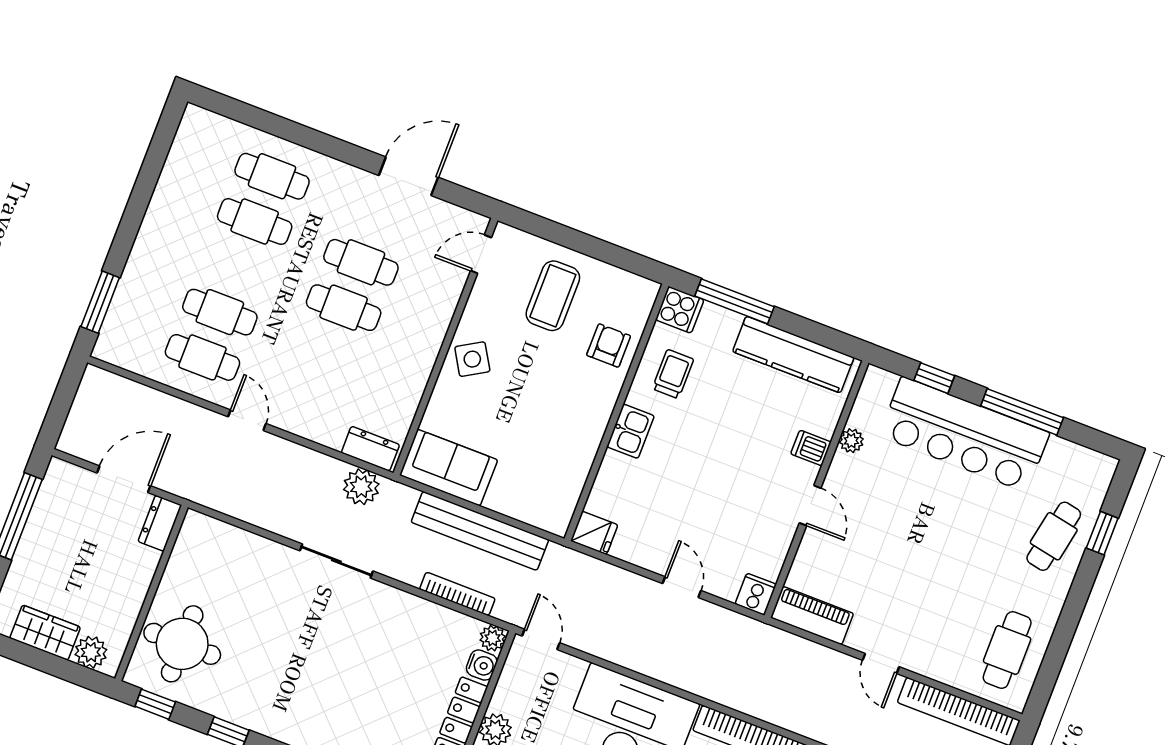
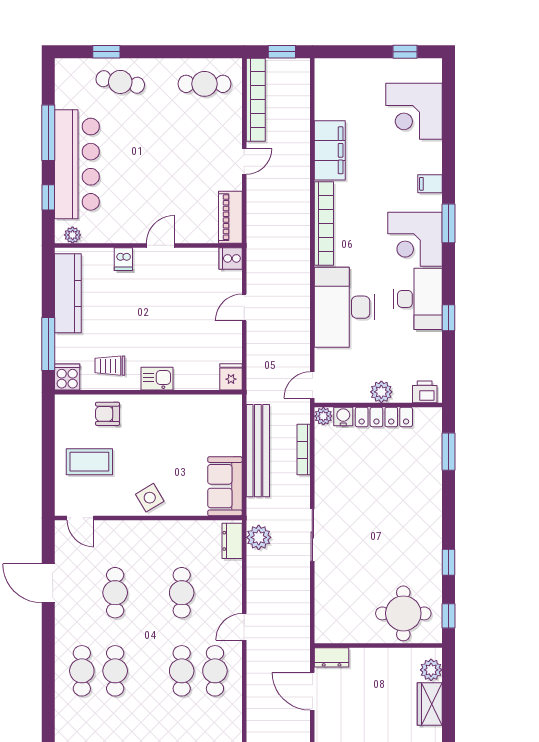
cafe table: (344, 308) -> (182, 593), moved
plant: (851, 441) -> (73, 235), moved

